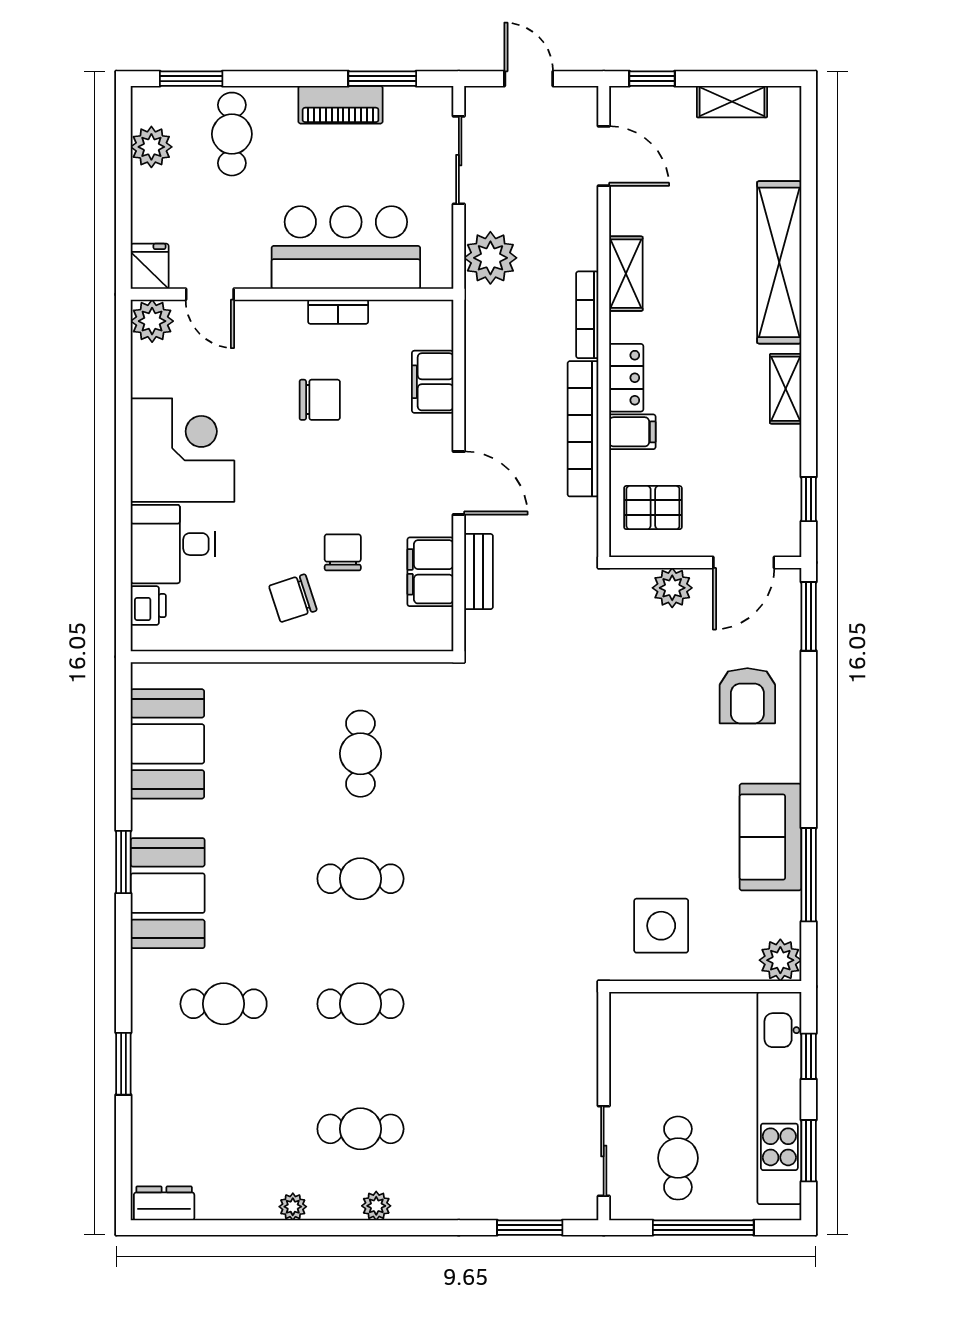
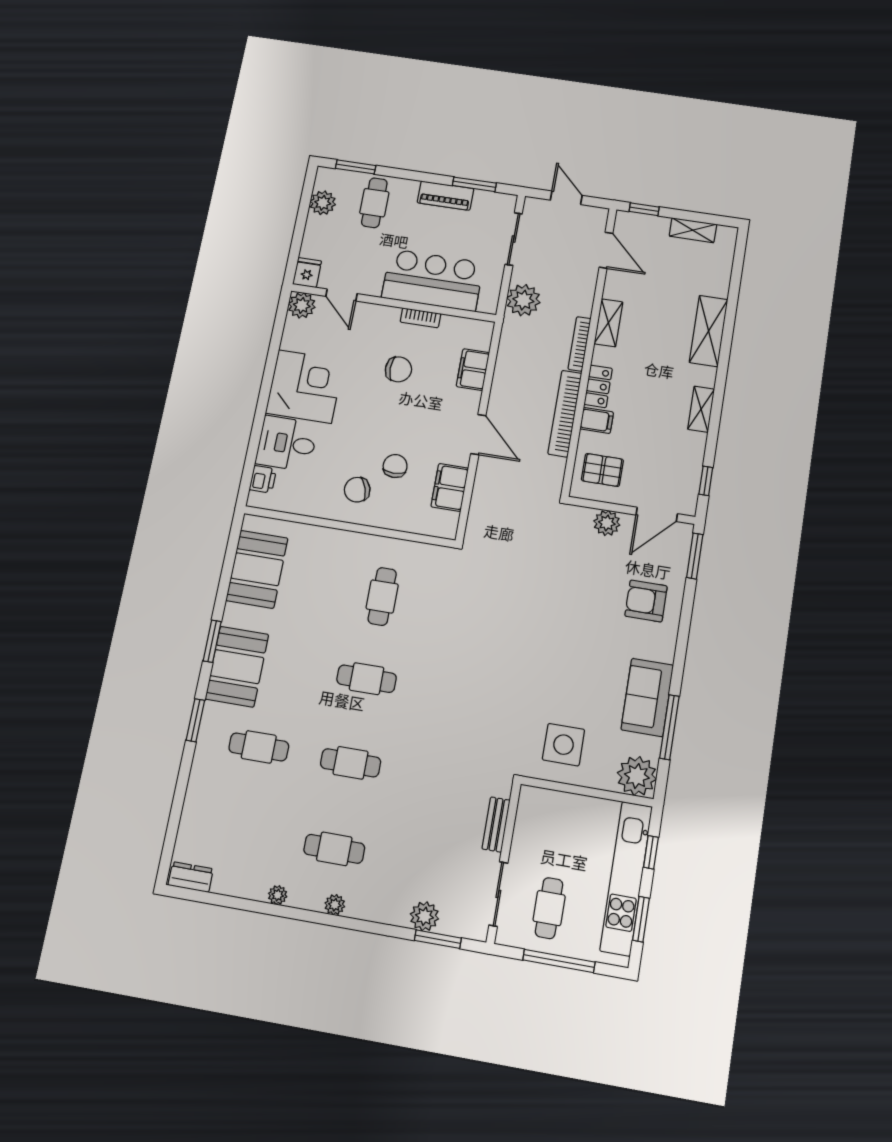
shelving: (779, 262) -> (709, 331), width x0.68
bench: (479, 572) -> (496, 825), moved
armchair: (747, 696) -> (646, 601), turned 90
plant: (780, 960) -> (637, 776), width x1.36, depth x1.36
window: (123, 1064) -> (195, 720), moved
plant: (505, 1200) -> (424, 916), added

